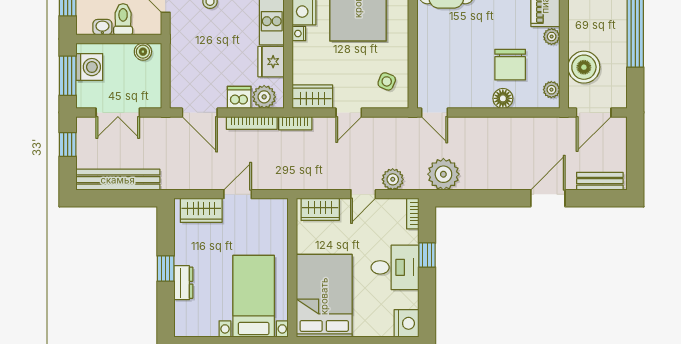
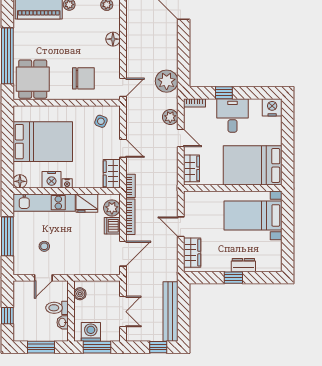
chair: (510, 65) -> (83, 78), moved
window: (68, 144) -> (158, 347), moved

